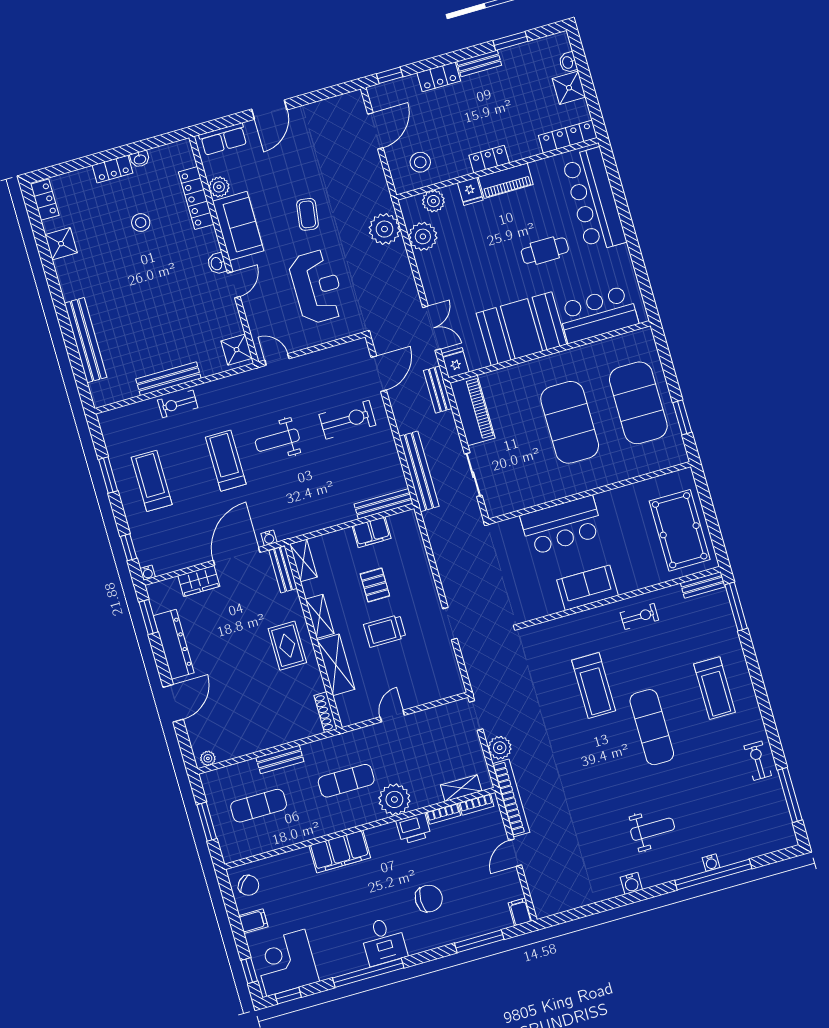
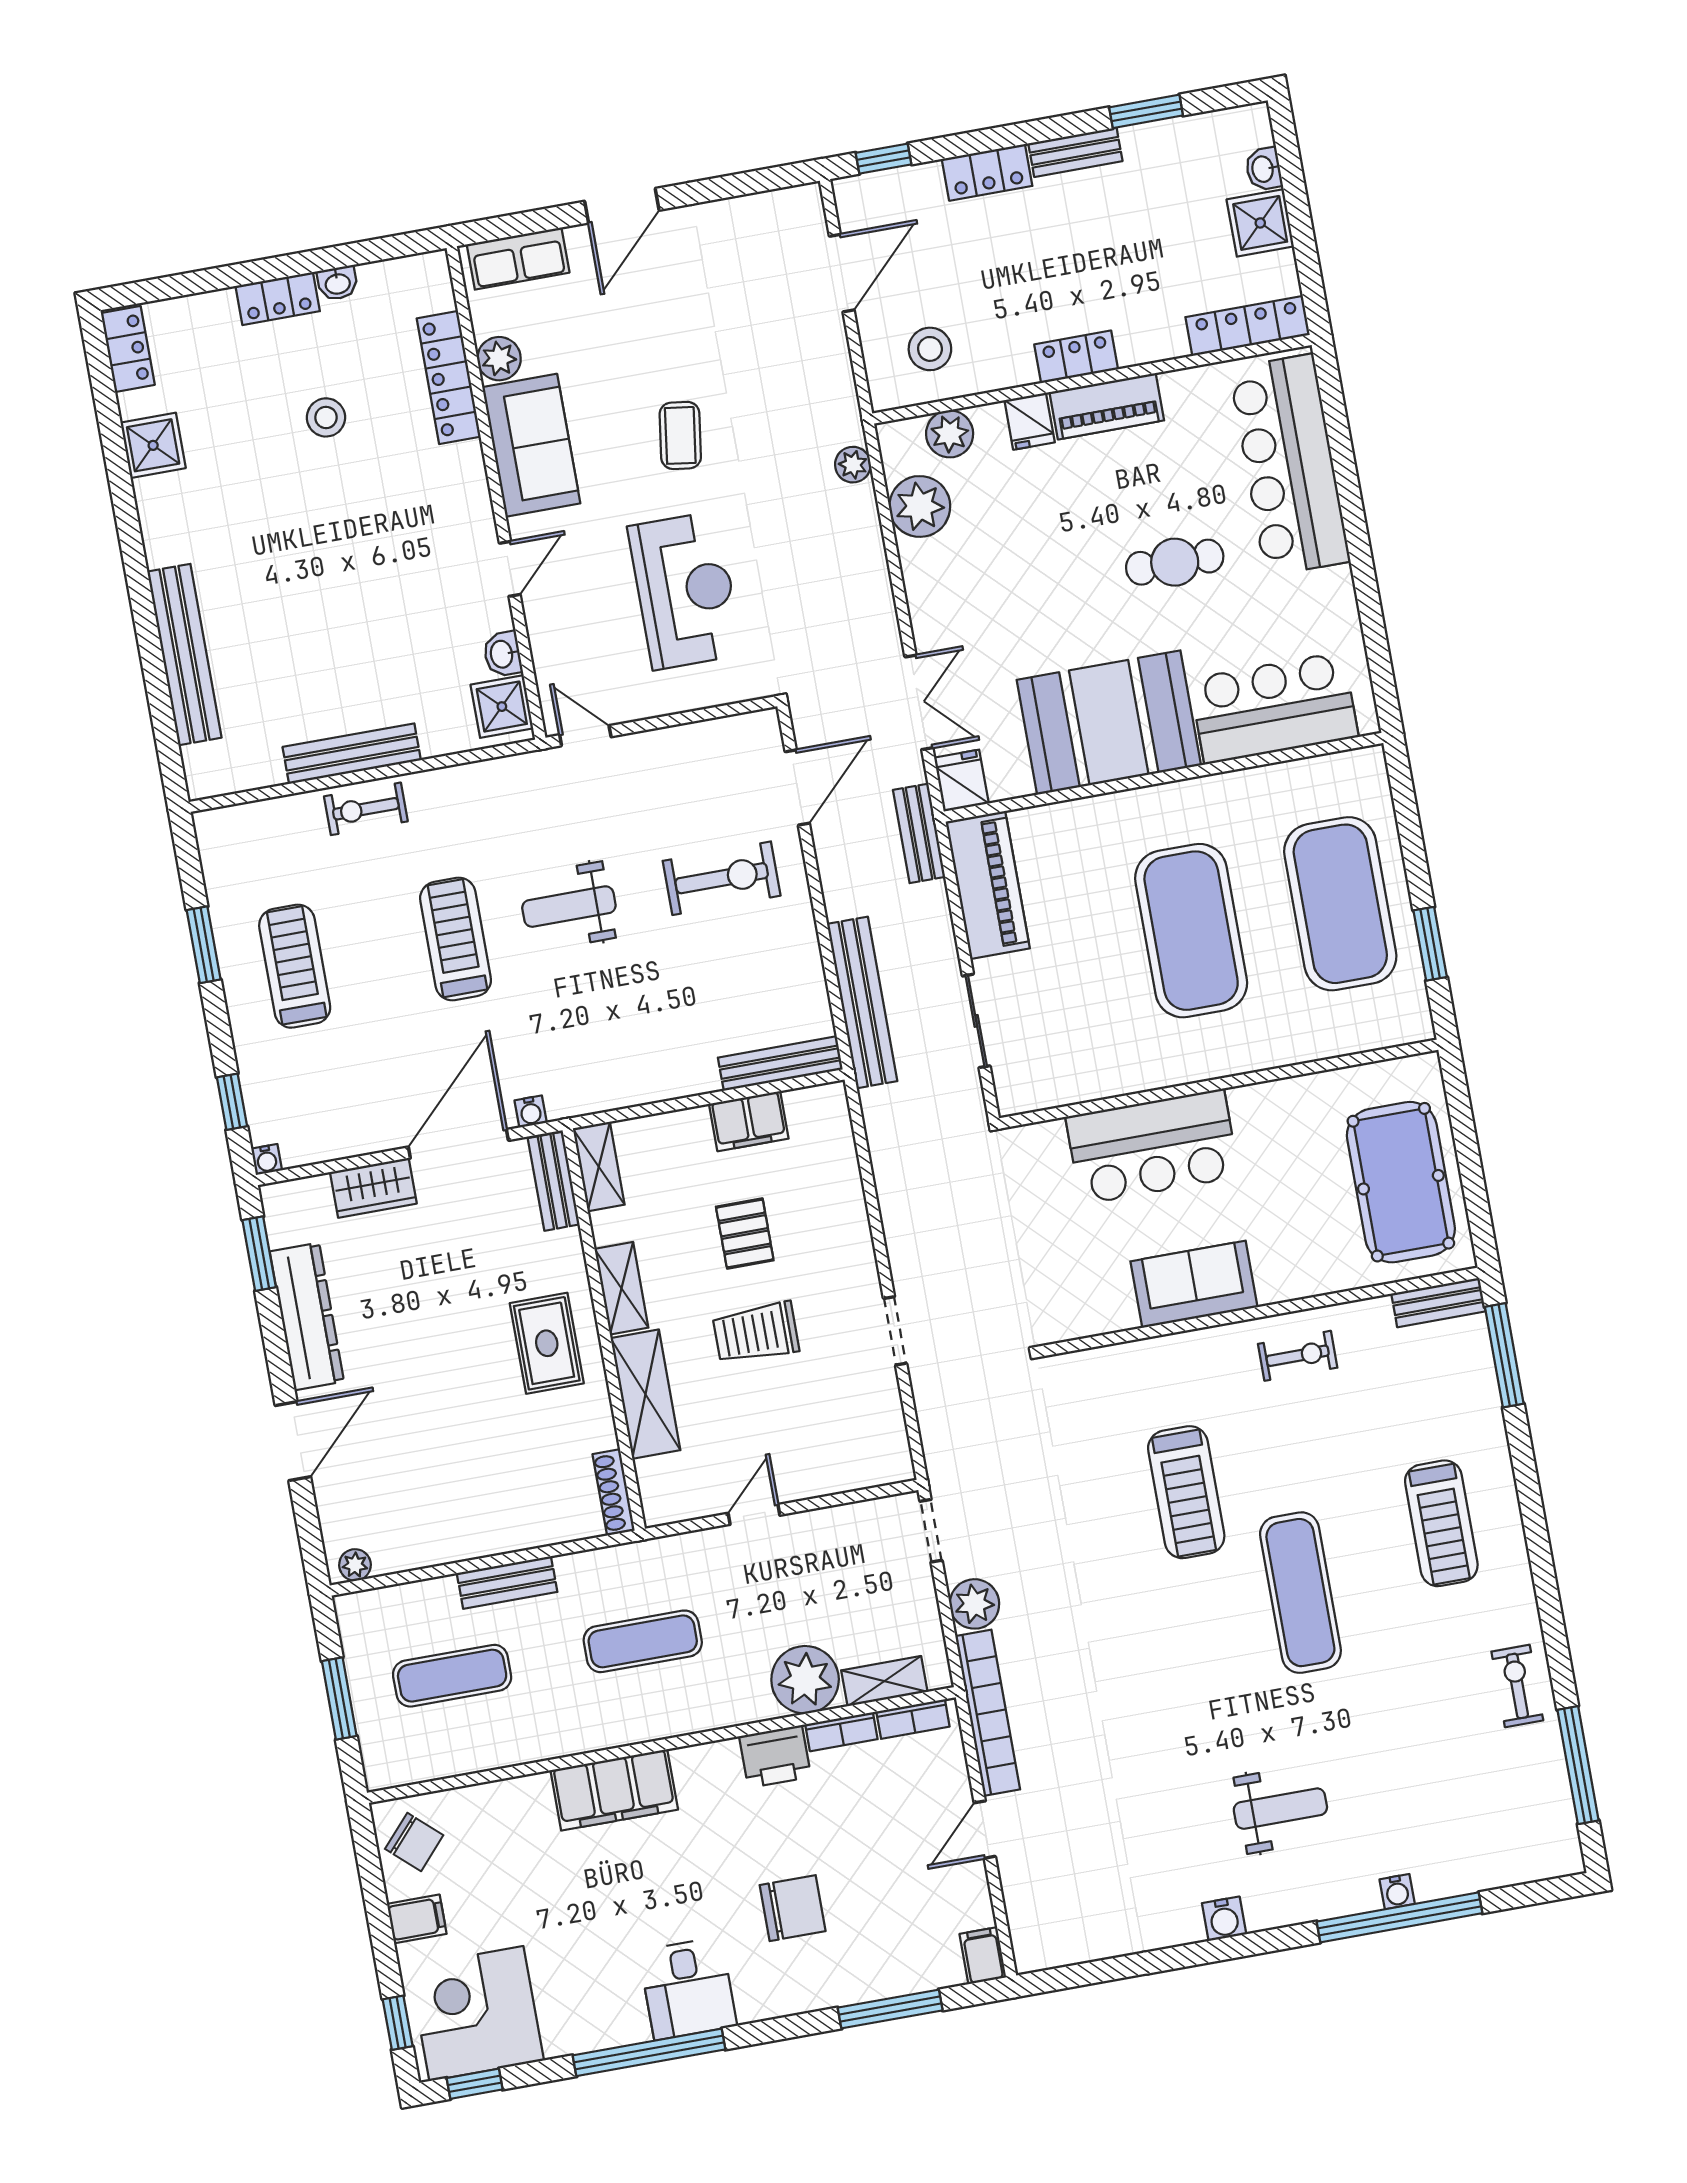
plant: (385, 229) -> (853, 465), width x0.53, depth x0.53
washbasin: (217, 264) -> (502, 654), moved
plant: (394, 799) -> (805, 1680), moved

